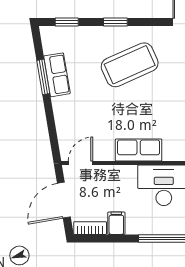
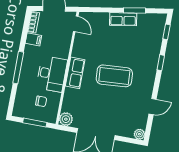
coffee table: (130, 65) -> (114, 76), moved, turned -70
row of seats: (57, 75) -> (123, 19), moved
row of seats: (139, 150) -> (75, 73), moved

